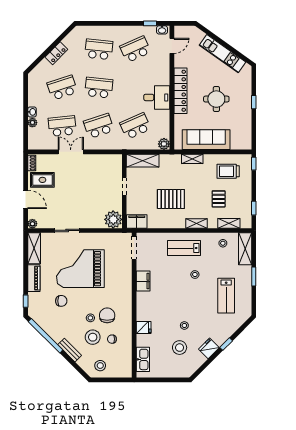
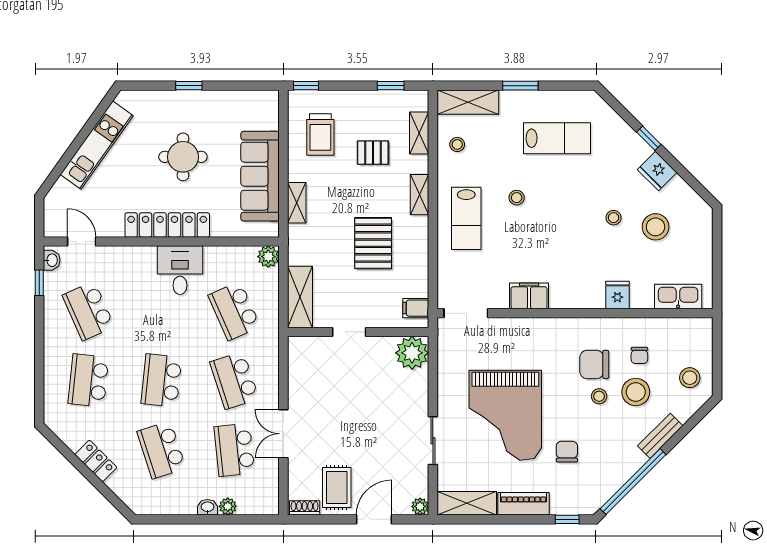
filing cabinet: (137, 221) -> (416, 308), width x0.50

